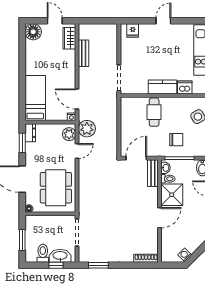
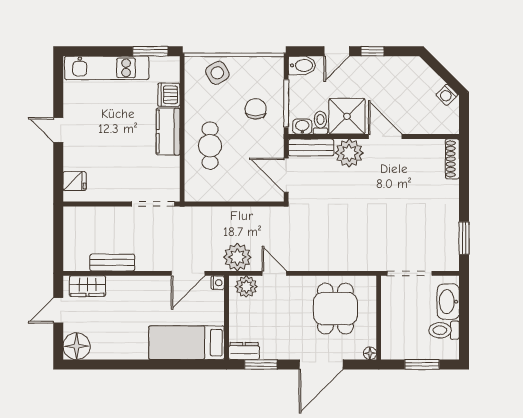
cafe table: (154, 112) -> (210, 146), turned 90
dining table: (56, 188) -> (335, 309), width x0.73
plant: (150, 196) -> (349, 153), added
window: (56, 265) -> (464, 308), removed

